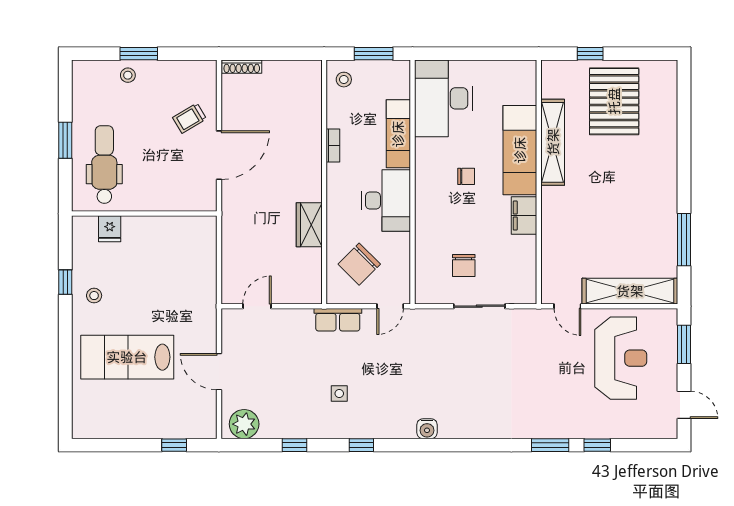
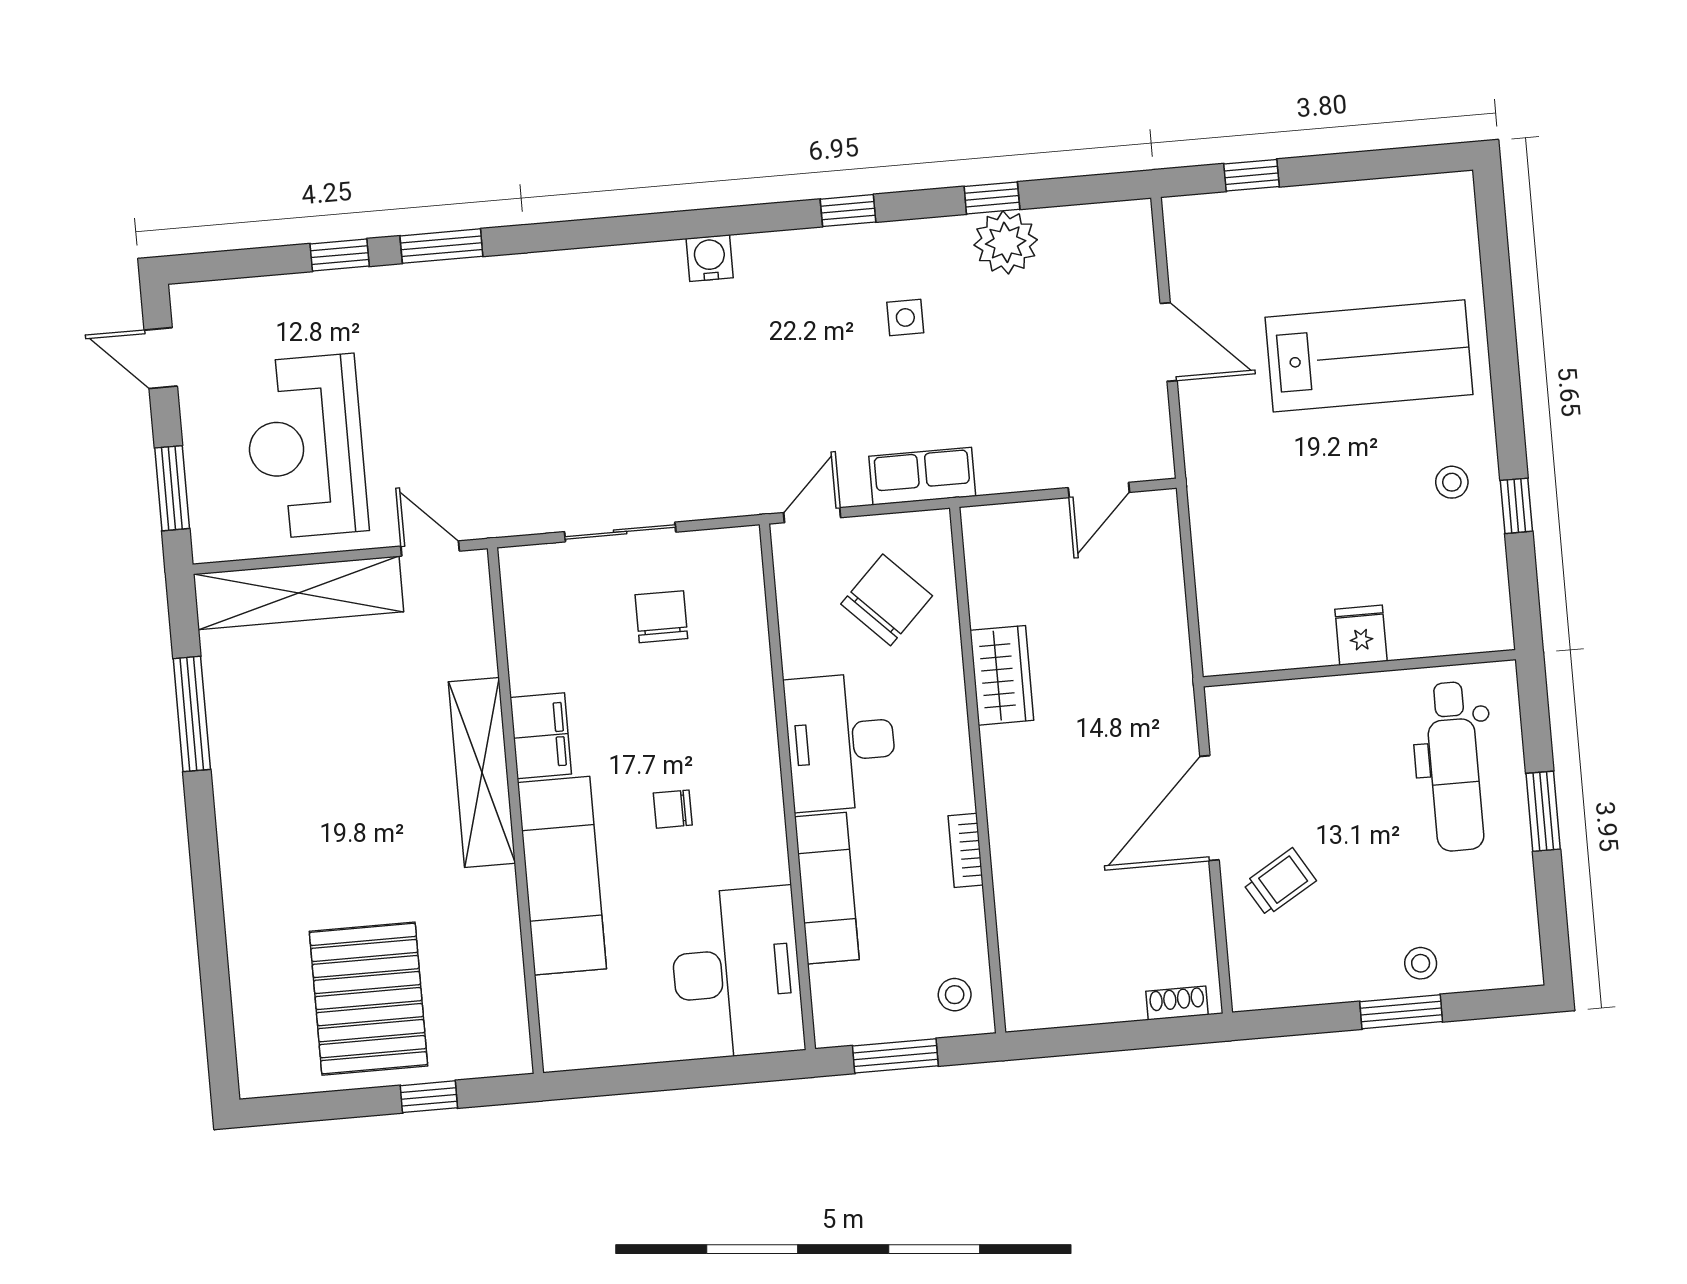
shoe rack: (242, 67) -> (1177, 1003), width x0.70
shelving: (553, 142) -> (482, 773), moved
fridge: (110, 229) -> (1361, 635), moved
plant: (244, 424) -> (1006, 242), moved

